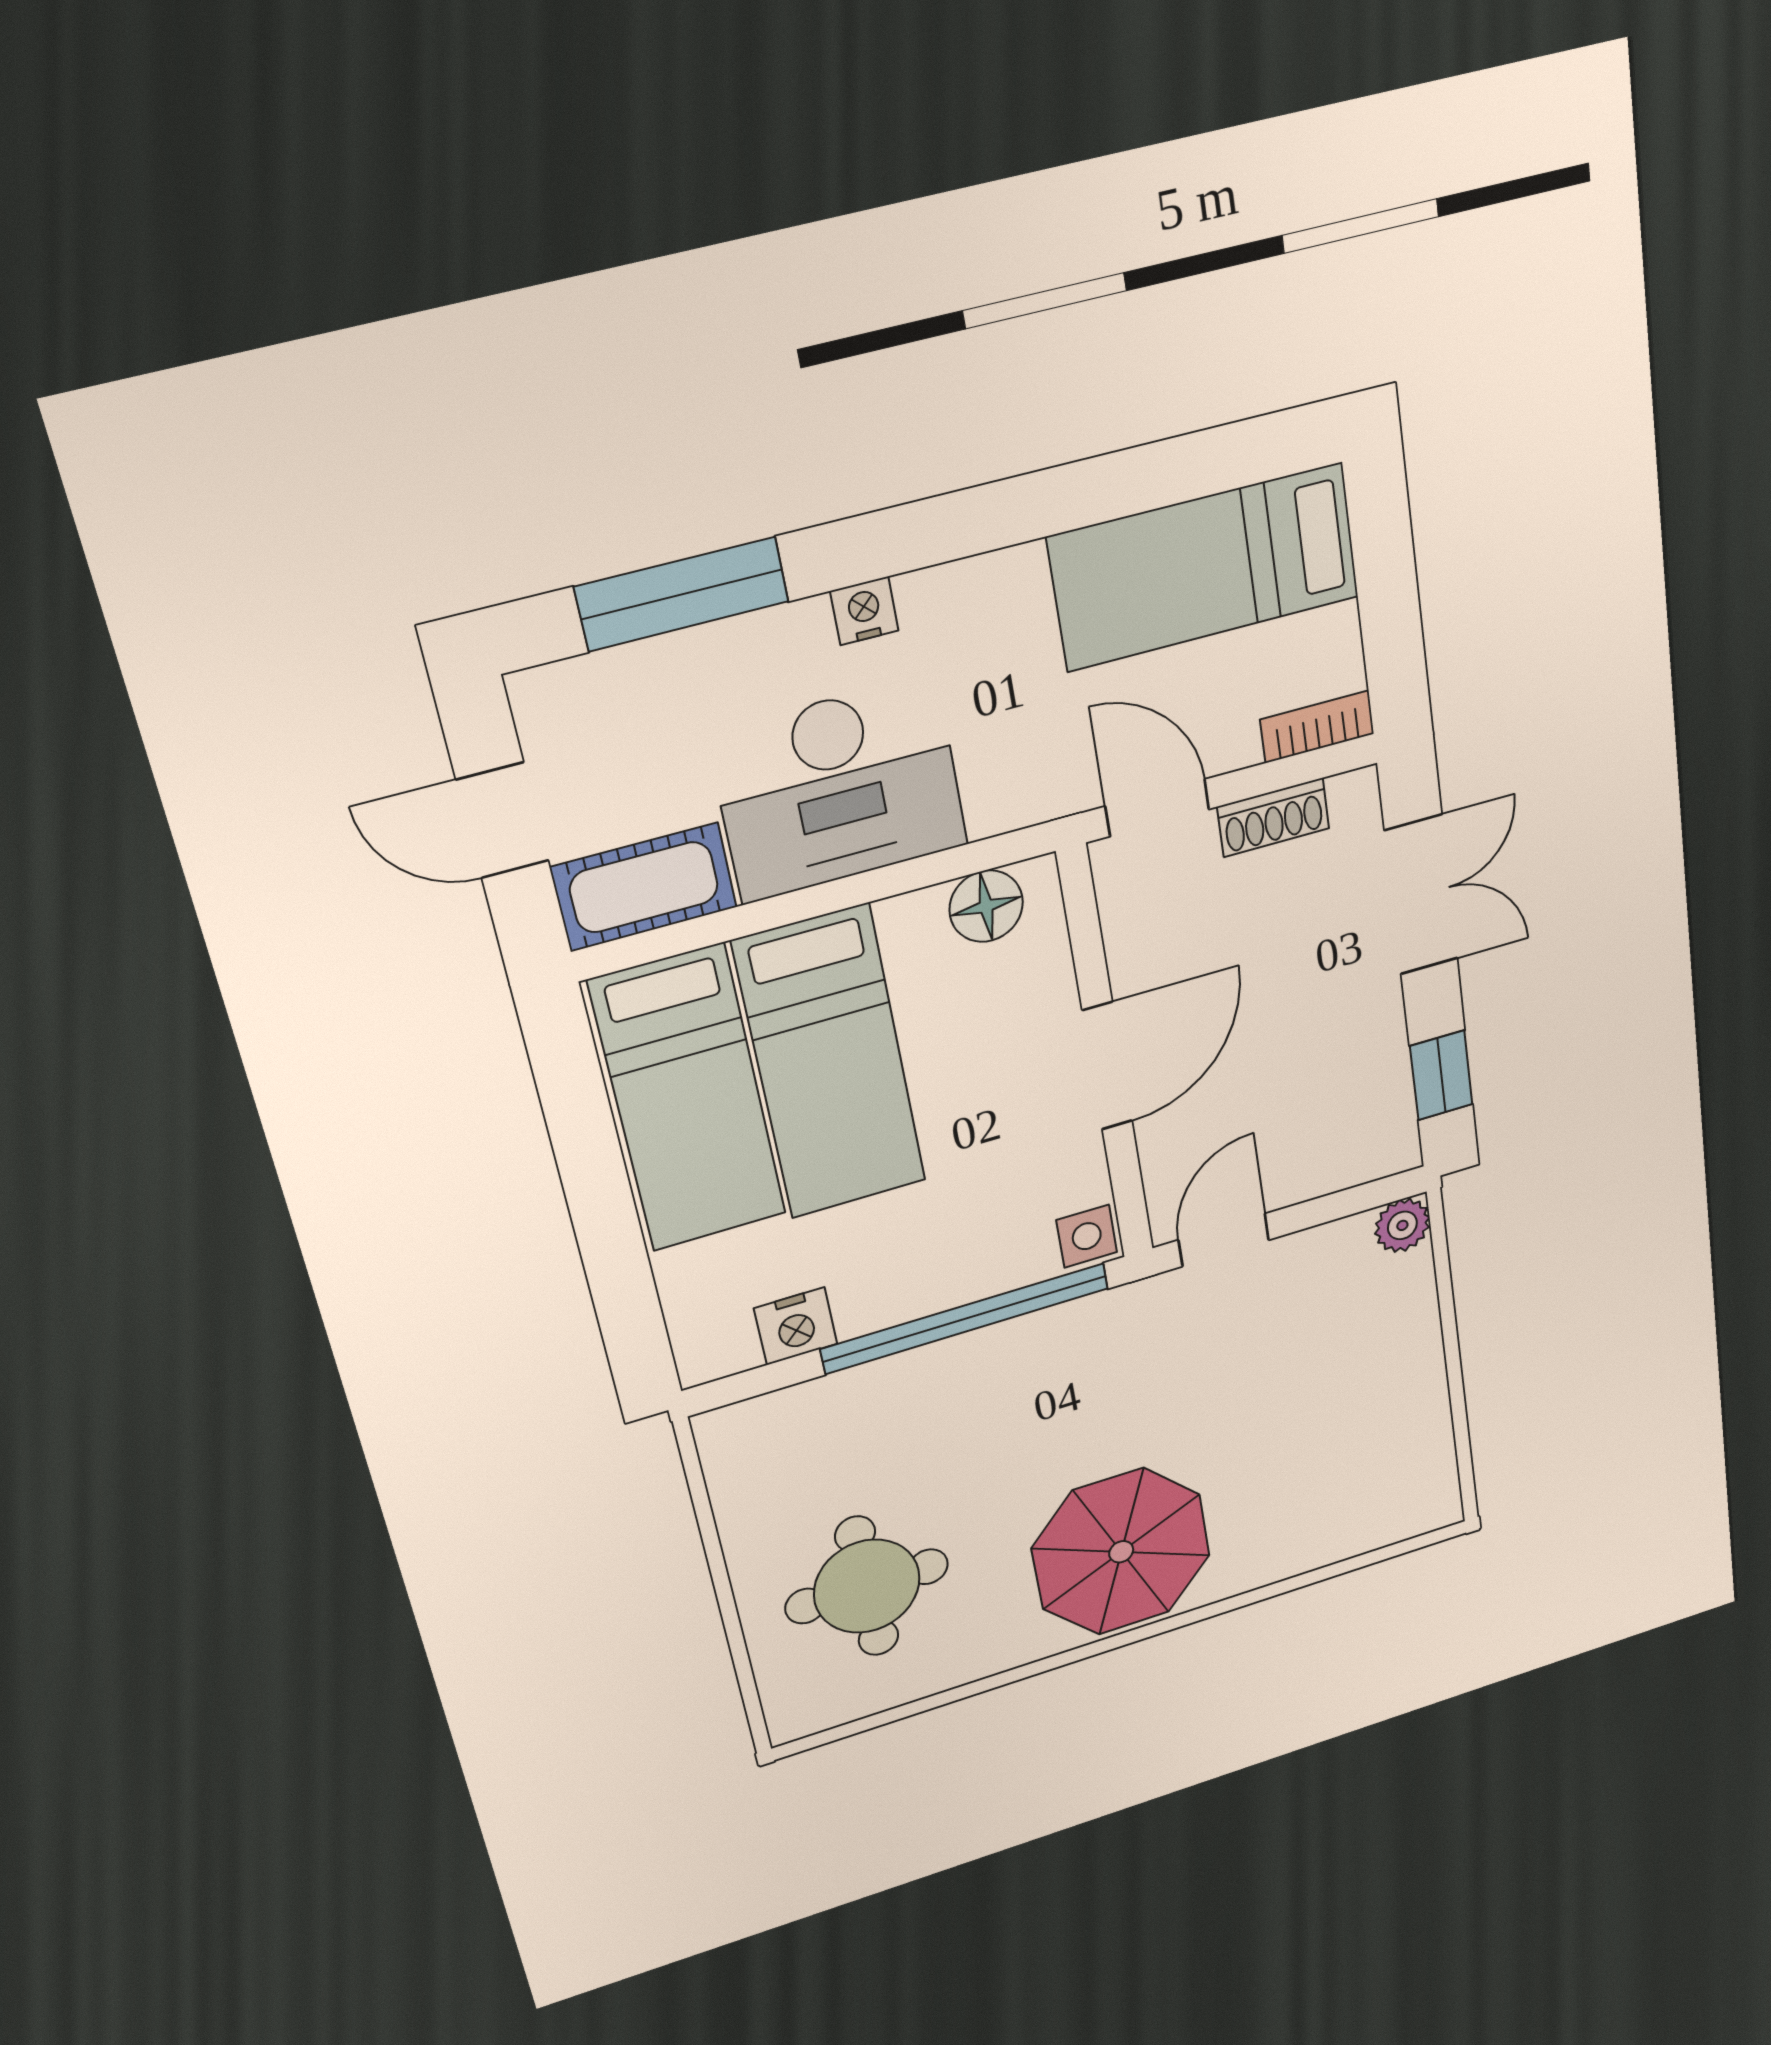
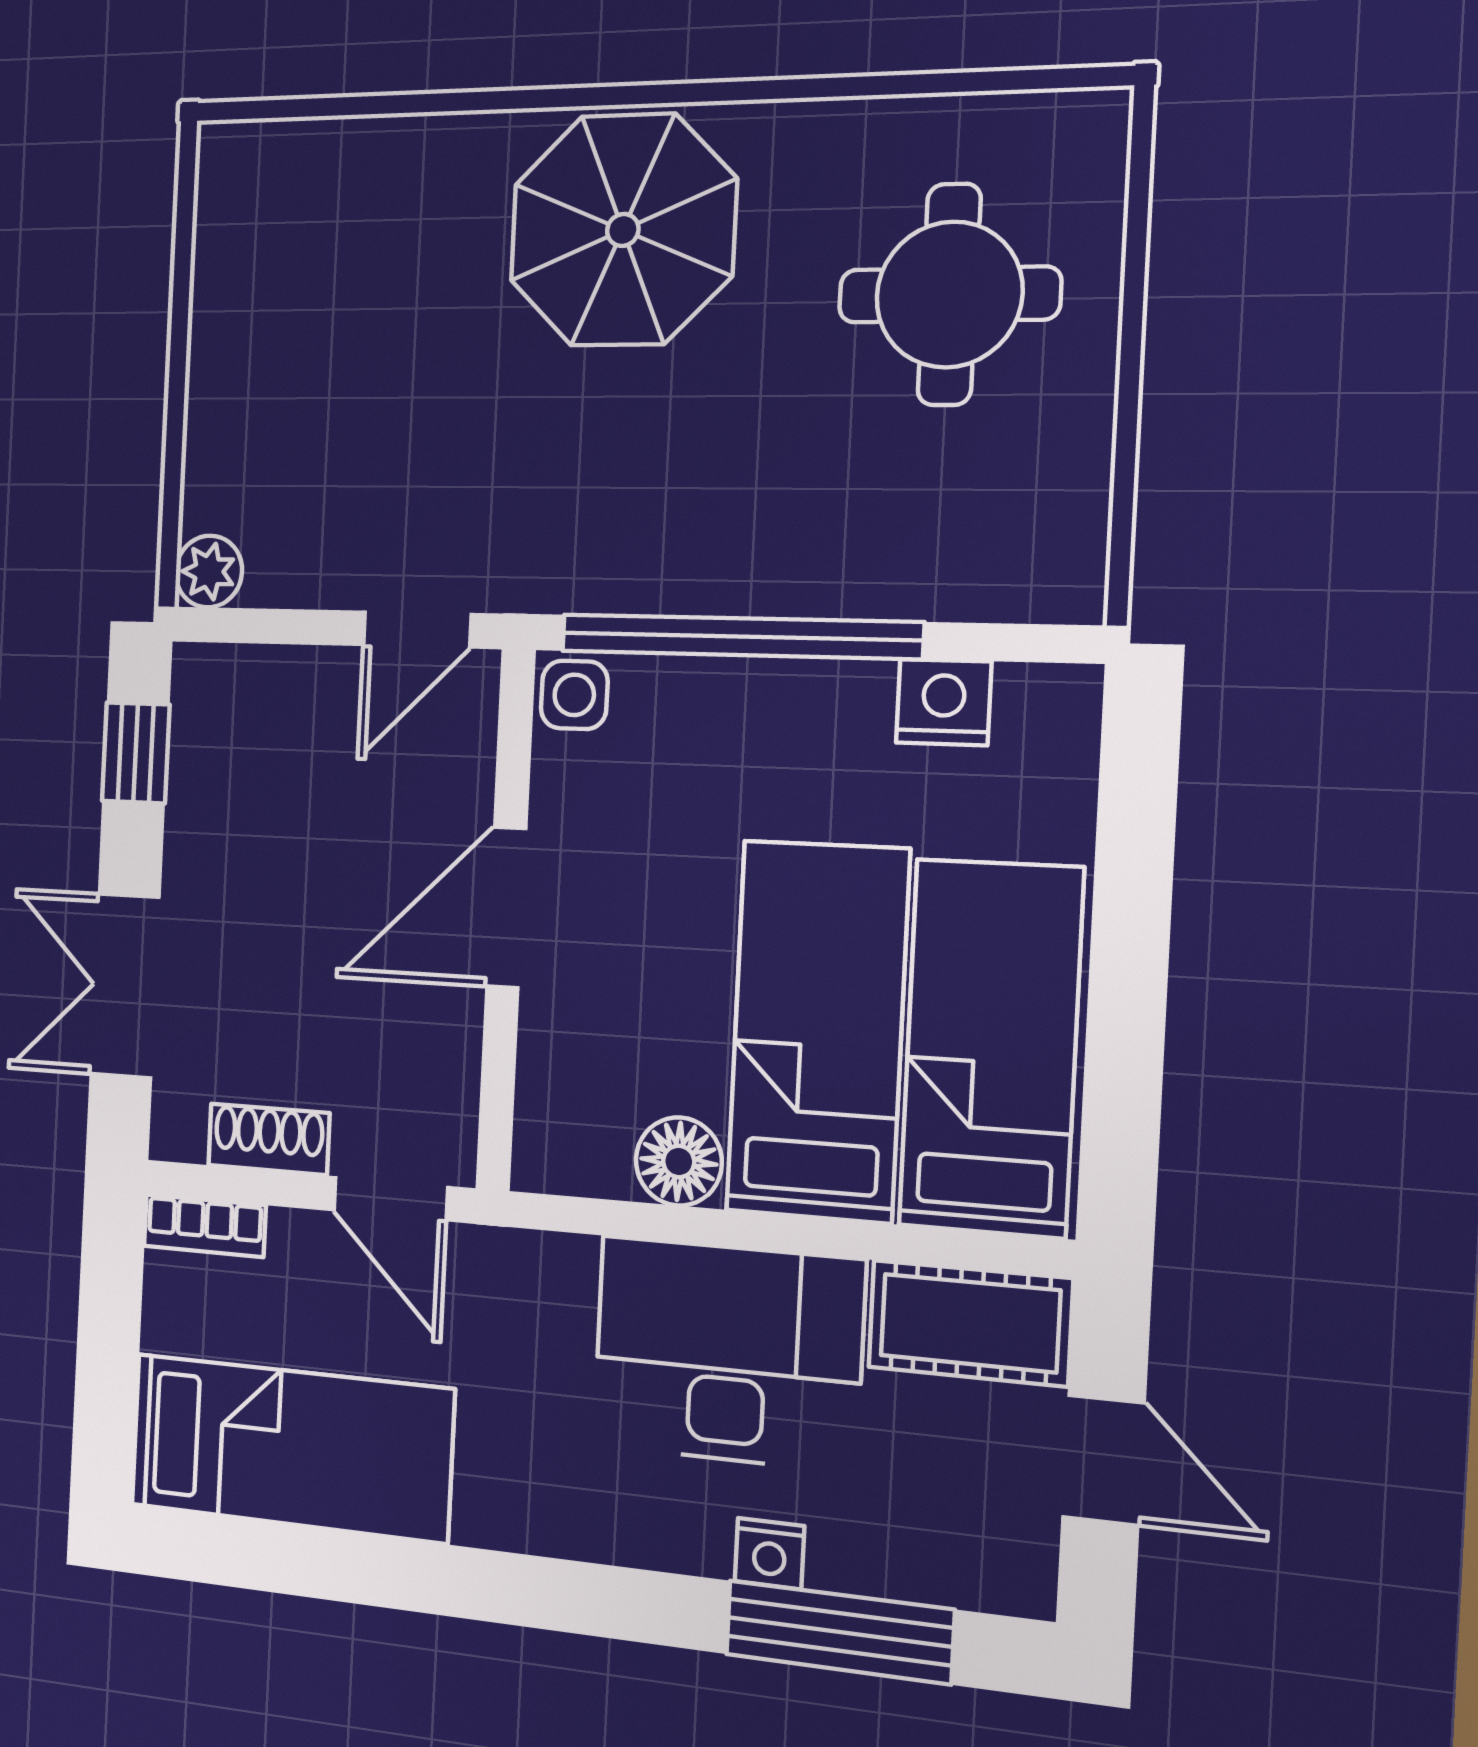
nightstand: (864, 611) -> (769, 1554), moved
floor lamp: (986, 906) -> (679, 1161), moved

